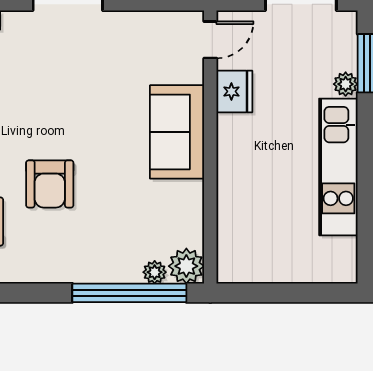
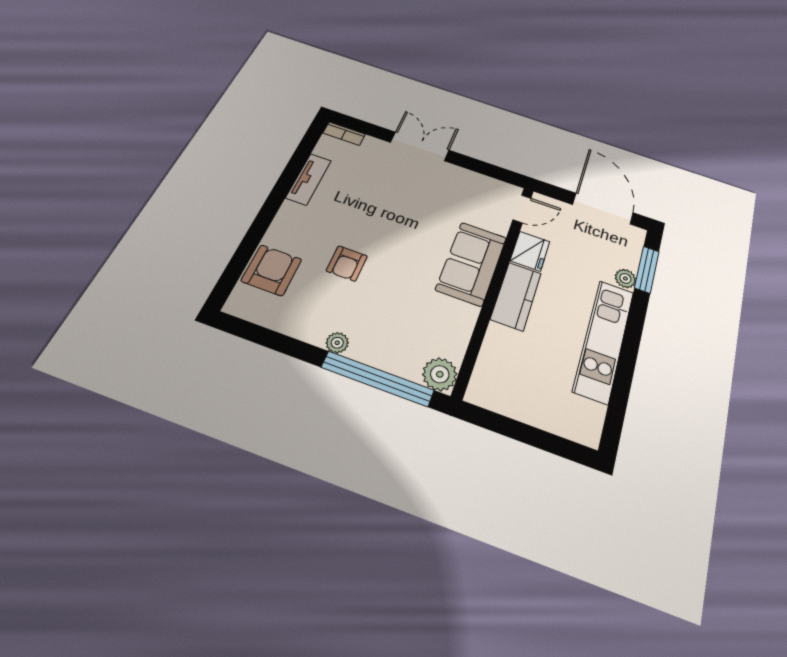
kitchen counter: (235, 152) -> (516, 296), added
armchair: (50, 184) -> (347, 263), width x0.72, depth x0.72
plant: (155, 272) -> (337, 343), moved

